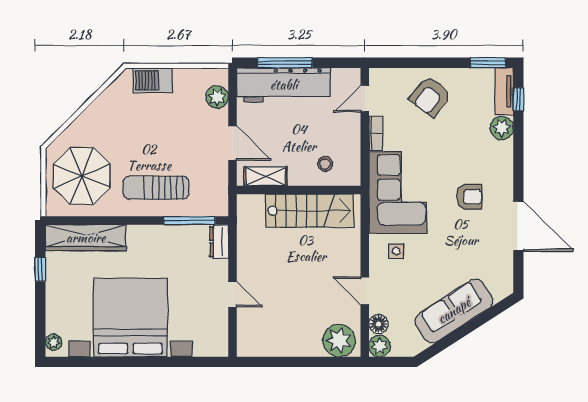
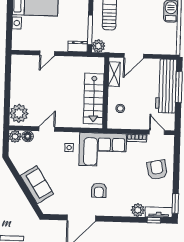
armchair: (430, 96) -> (157, 170), turned 41
plant: (217, 97) -> (98, 46), moved
sofa: (454, 311) -> (37, 185), width x0.73

